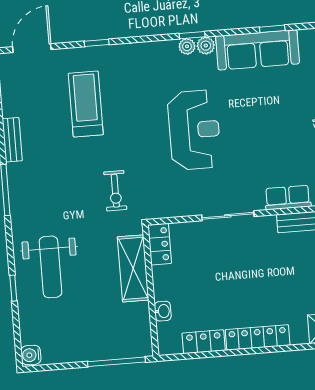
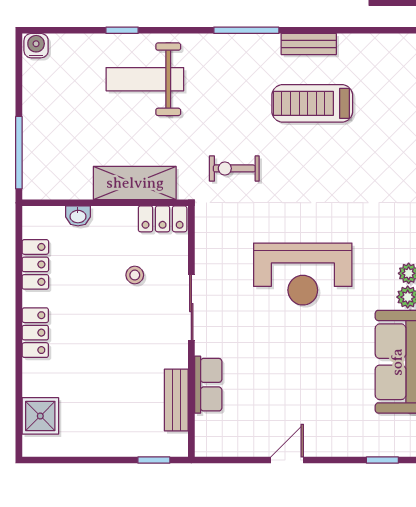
treadmill: (86, 104) -> (312, 103), moved, turned 180
stool: (206, 263) -> (135, 275), added
locker: (258, 337) -> (35, 333), width x0.66

